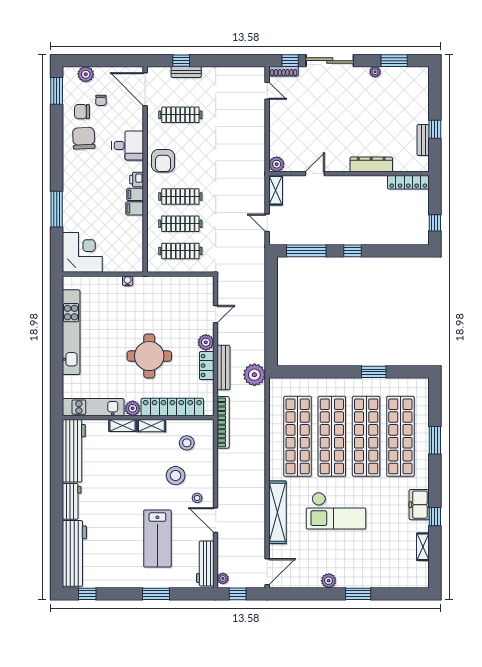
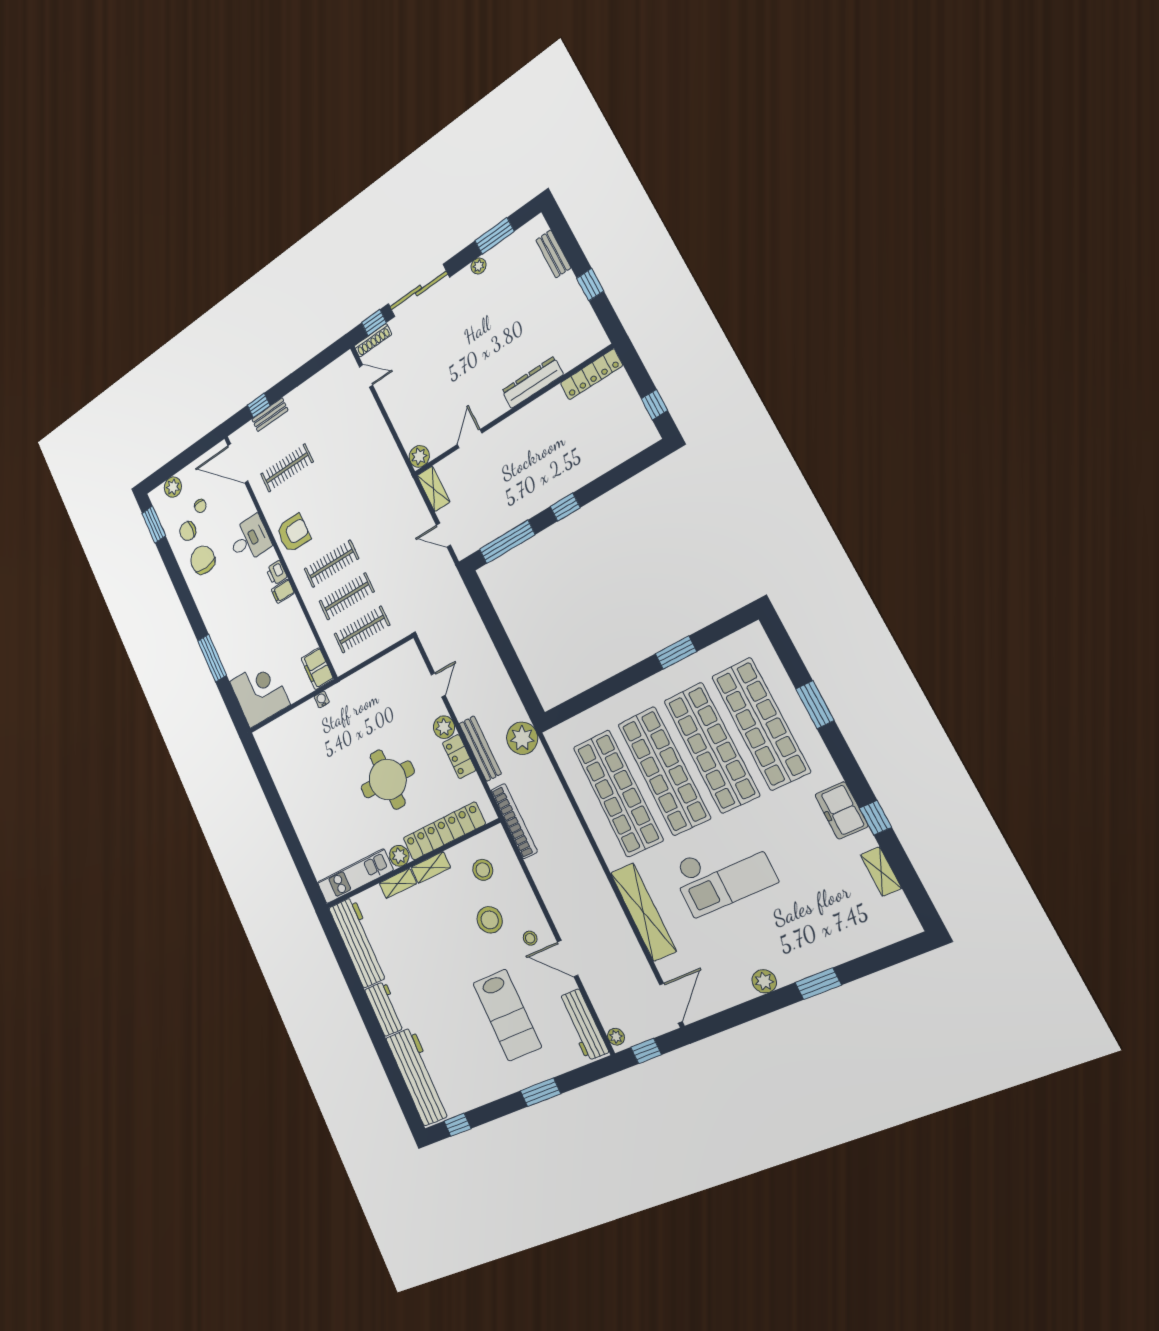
bench: (423, 140) -> (553, 254), moved
armchair: (163, 161) -> (294, 533), turned -90
filing cabinet: (135, 208) -> (317, 669), moved, width x2.00
kitchen unit: (71, 332) -> (290, 795), removed

